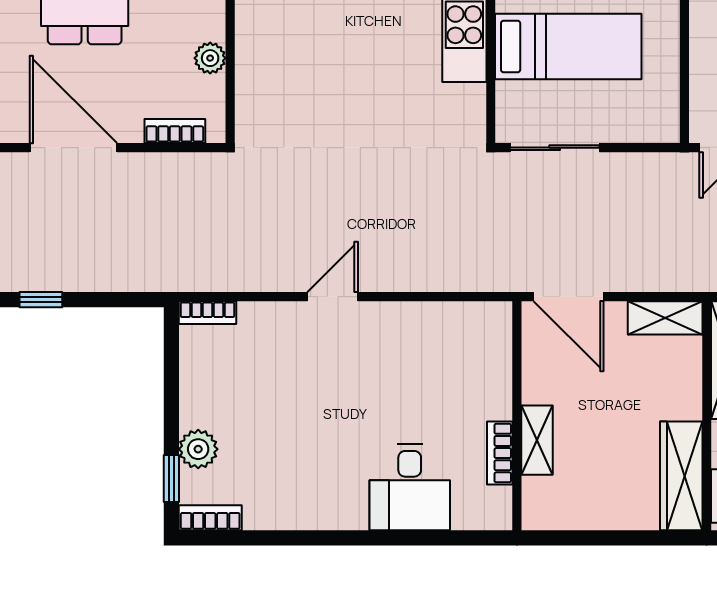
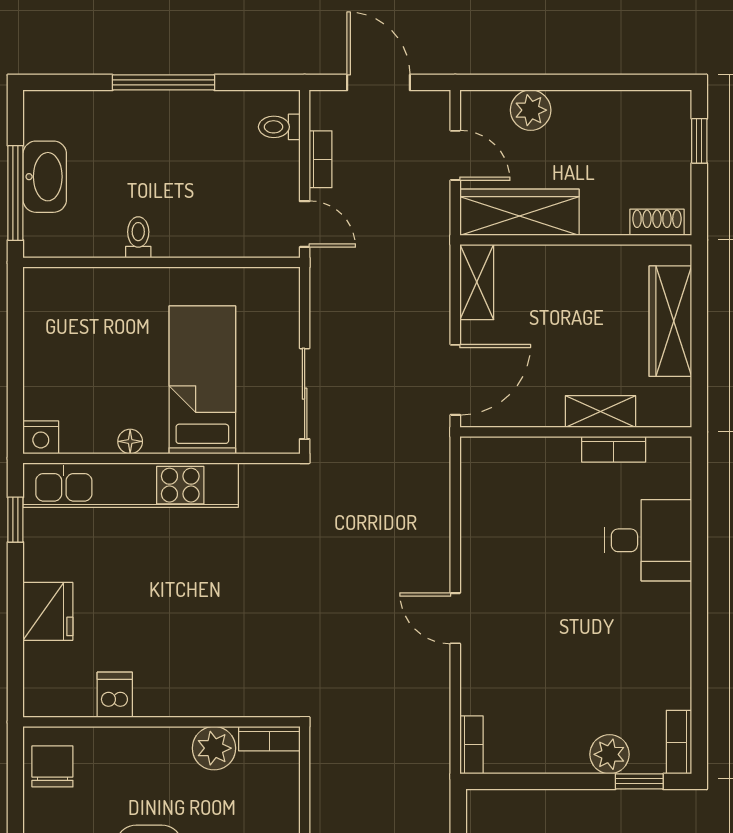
plant: (210, 58) -> (214, 748), width x1.38, depth x1.38
bookcase: (175, 131) -> (269, 739), moved, turned -90
wardrobe: (681, 476) -> (670, 321), moved, turned 90

